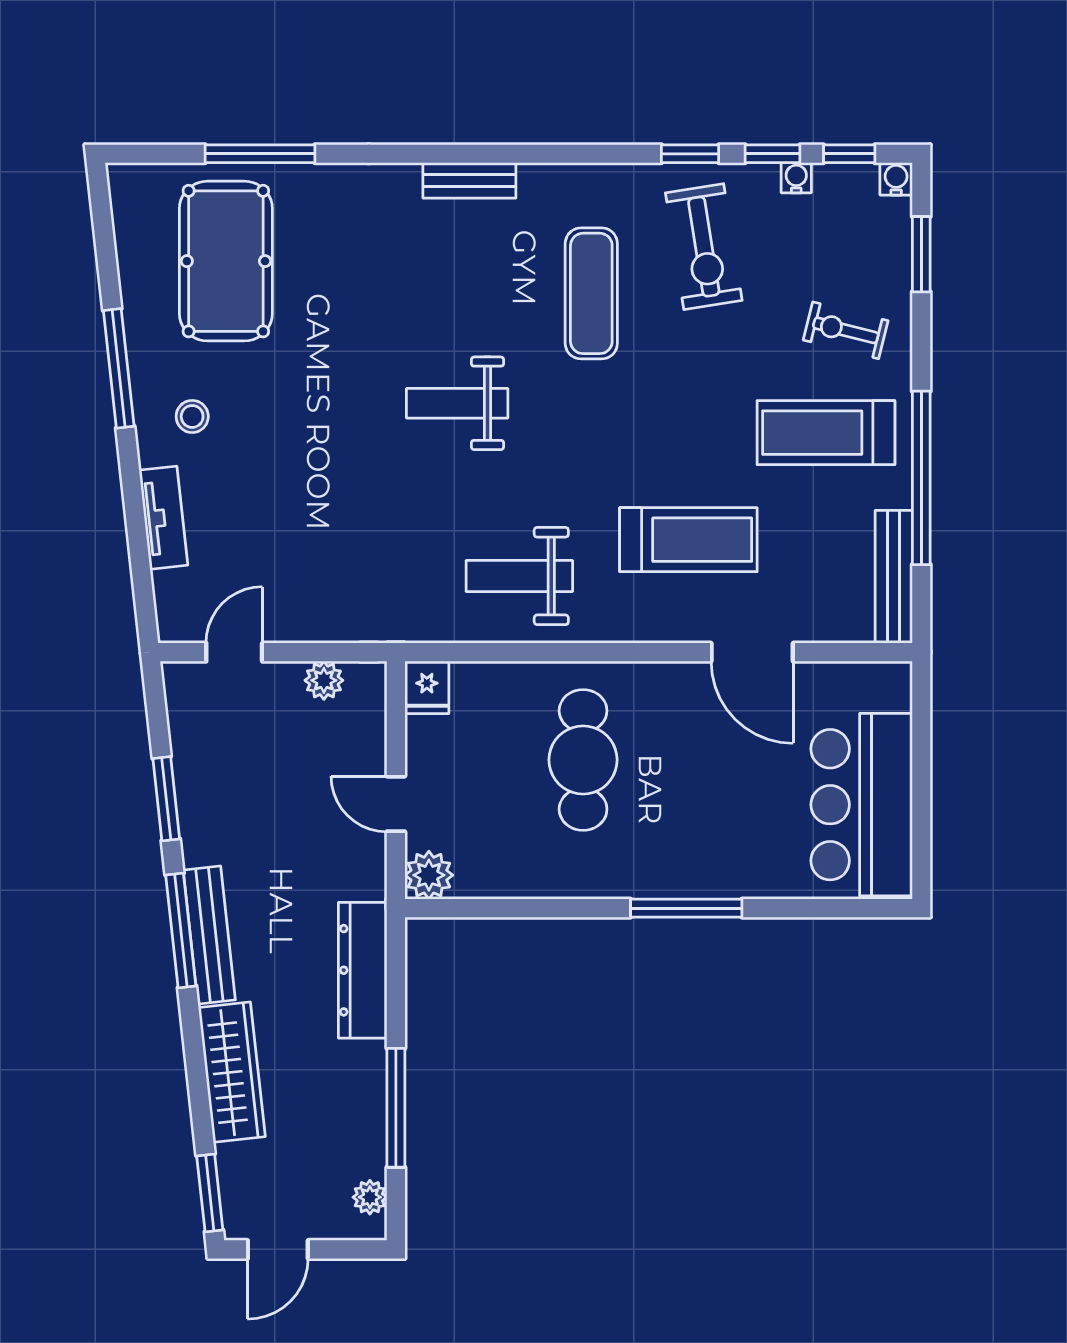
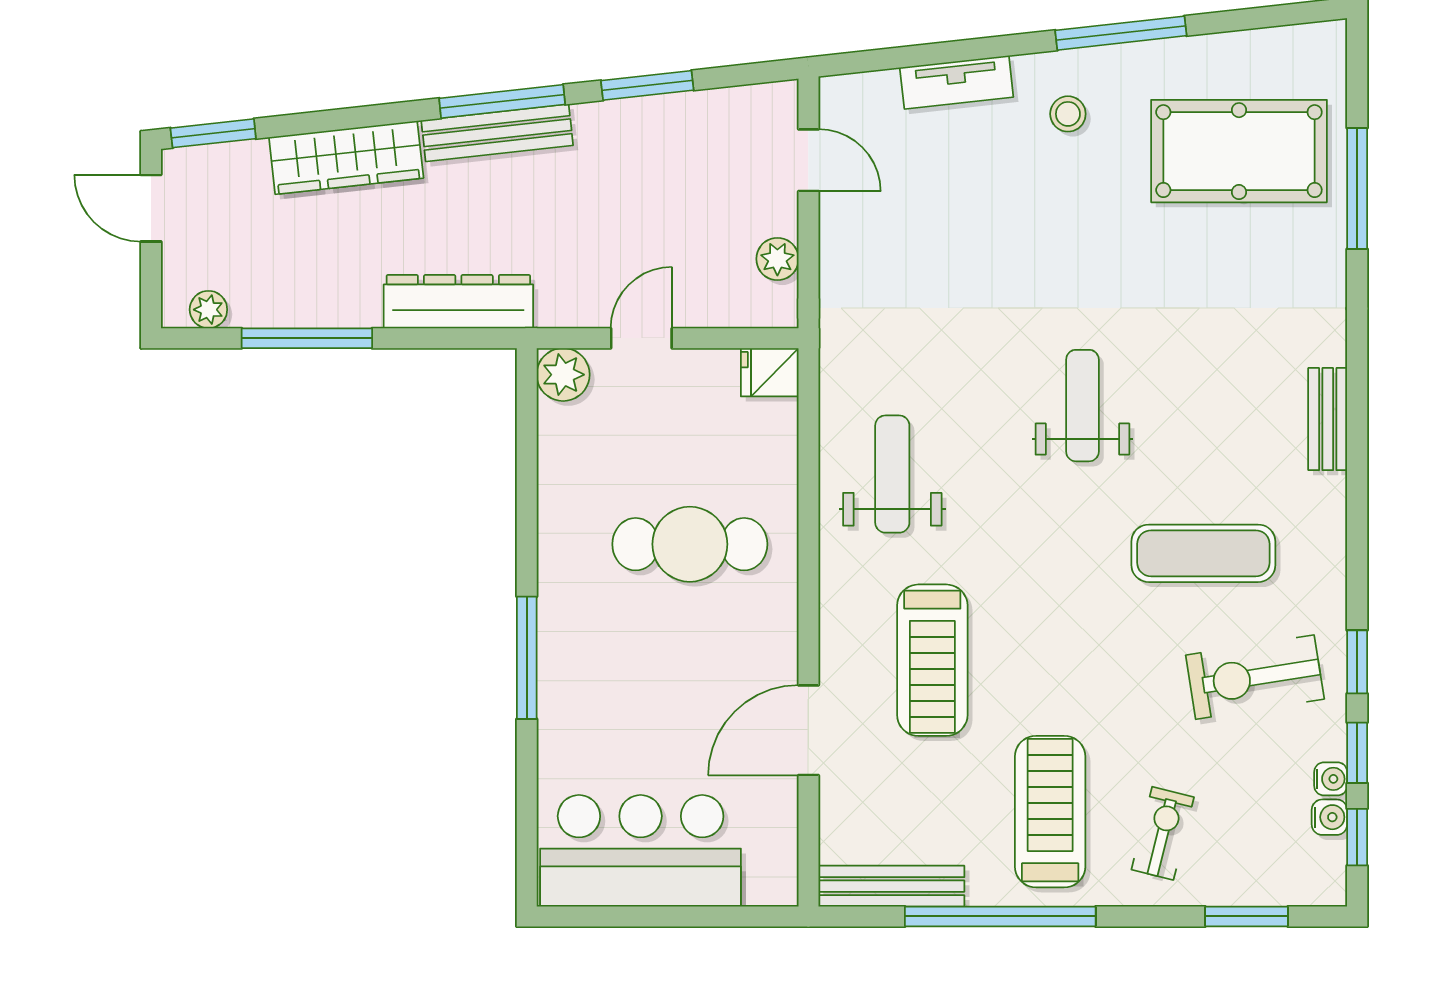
water cooler: (896, 179) -> (1329, 817), moved

